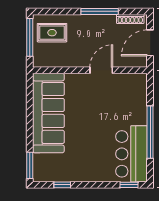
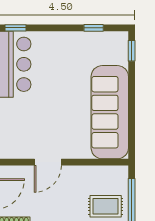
window: (30, 165) -> (132, 51), width x0.67

